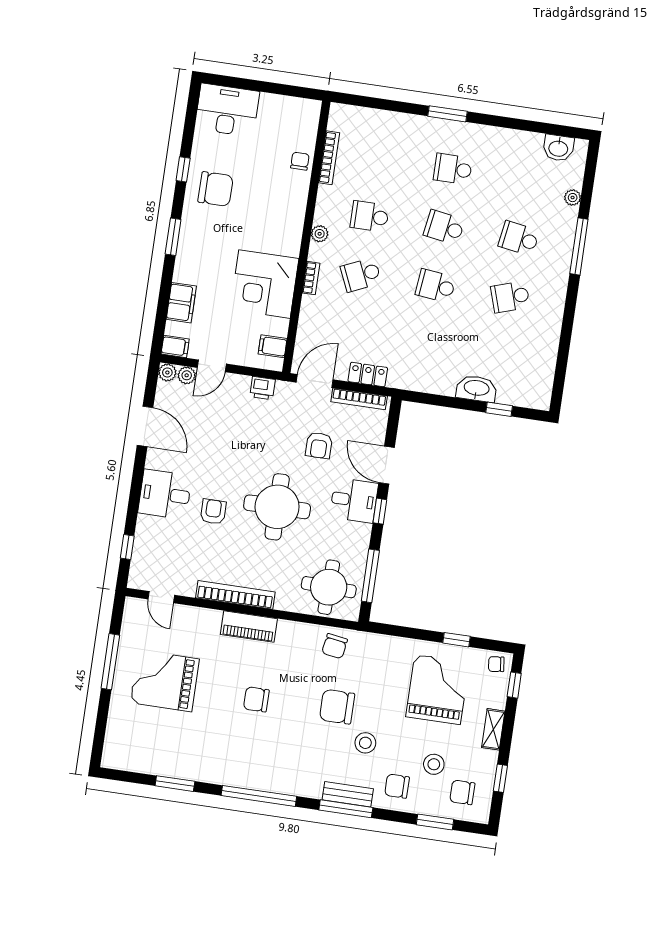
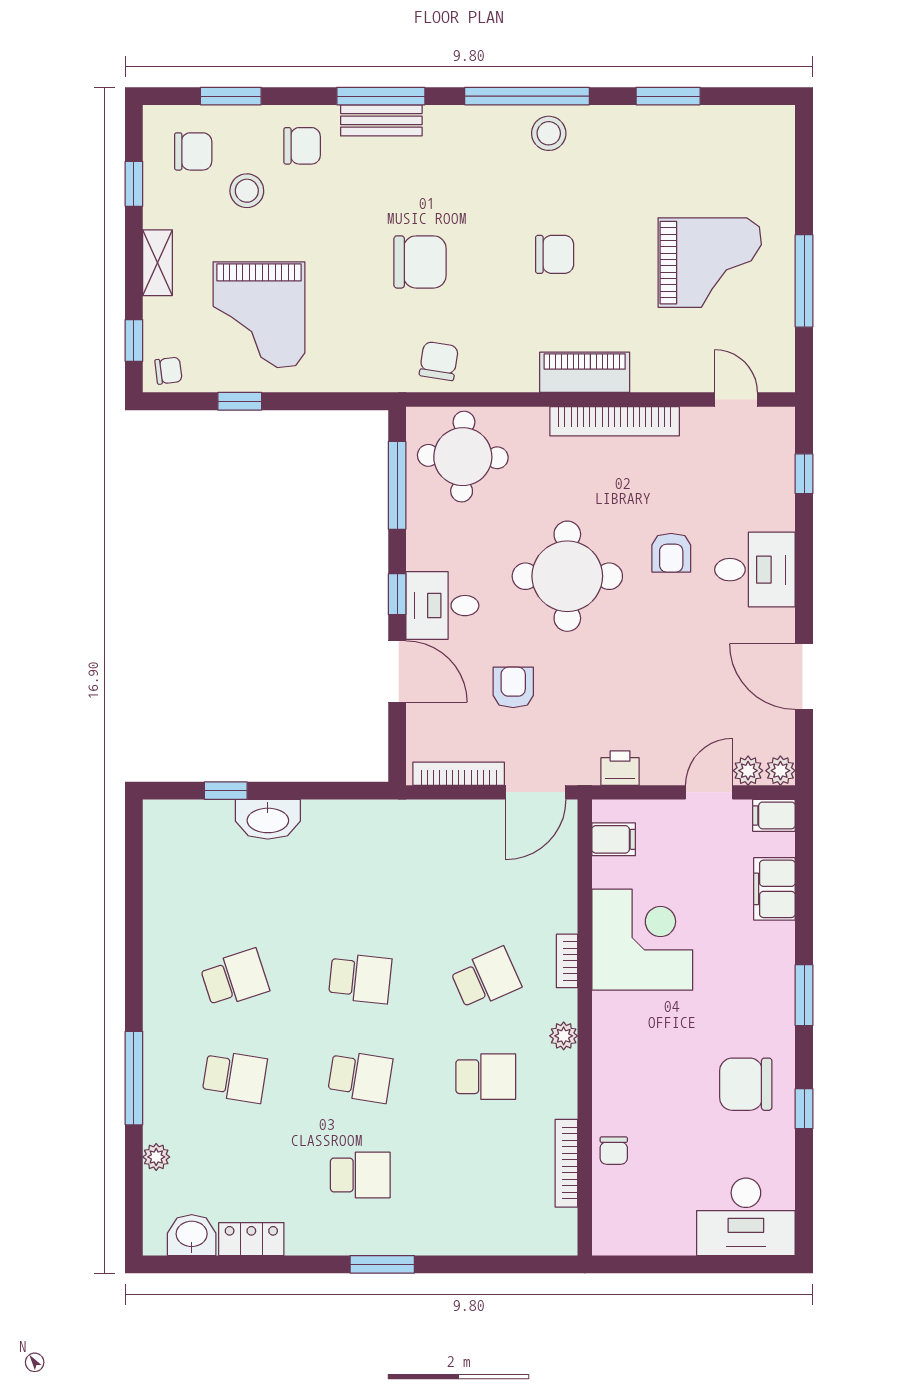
locker: (368, 375) -> (251, 1239), moved, turned 180
stool: (365, 743) -> (549, 133), moved

